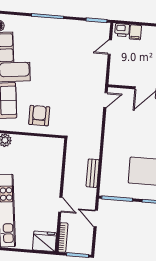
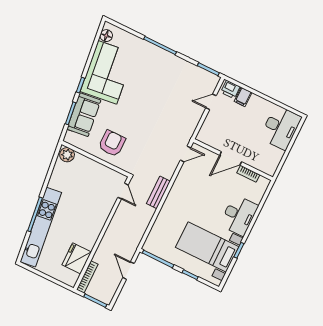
bench: (93, 173) -> (158, 192), moved
door: (60, 205) -> (123, 191), moved
fridge: (44, 241) -> (77, 258), moved, turned -90

